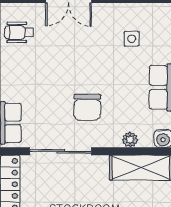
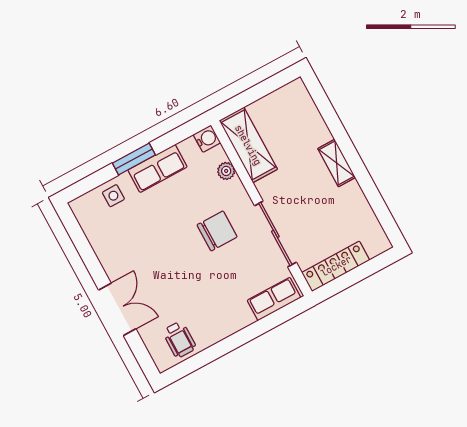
side table: (132, 39) -> (113, 196), moved

